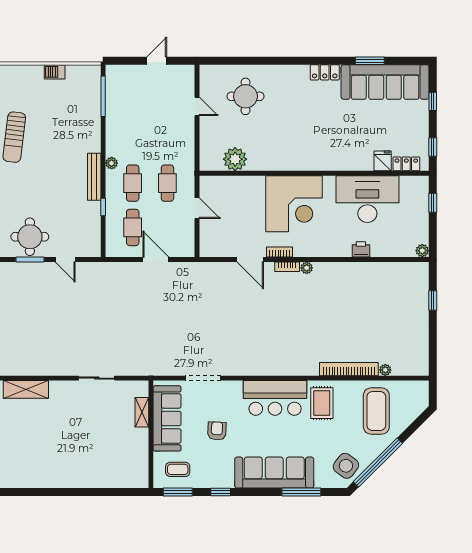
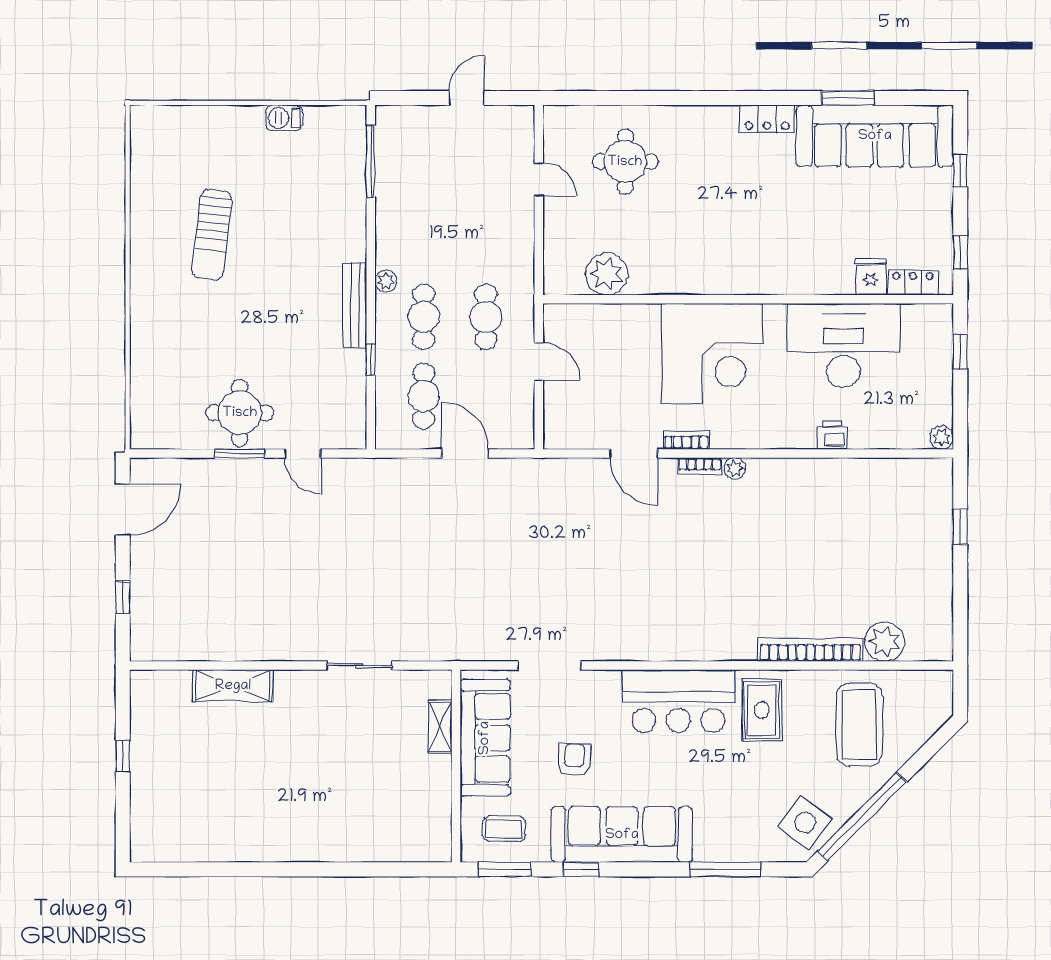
plant: (385, 370) -> (885, 642), width x1.88, depth x1.88
sofa: (274, 473) -> (622, 835), moved

